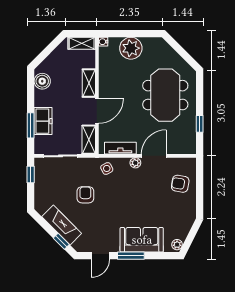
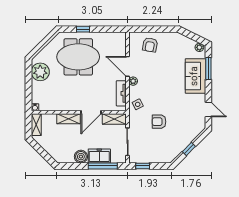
plant: (131, 48) -> (40, 72), moved
boiler: (42, 81) -> (81, 157), moved
door: (97, 111) -> (91, 112), swing flipped
window: (200, 124) -> (83, 29), moved
window: (31, 125) -> (103, 166), width x1.44
fireplace: (62, 225) -> (184, 141), removed
window: (61, 241) -> (189, 149), moved
window: (131, 256) -> (208, 69), moved

